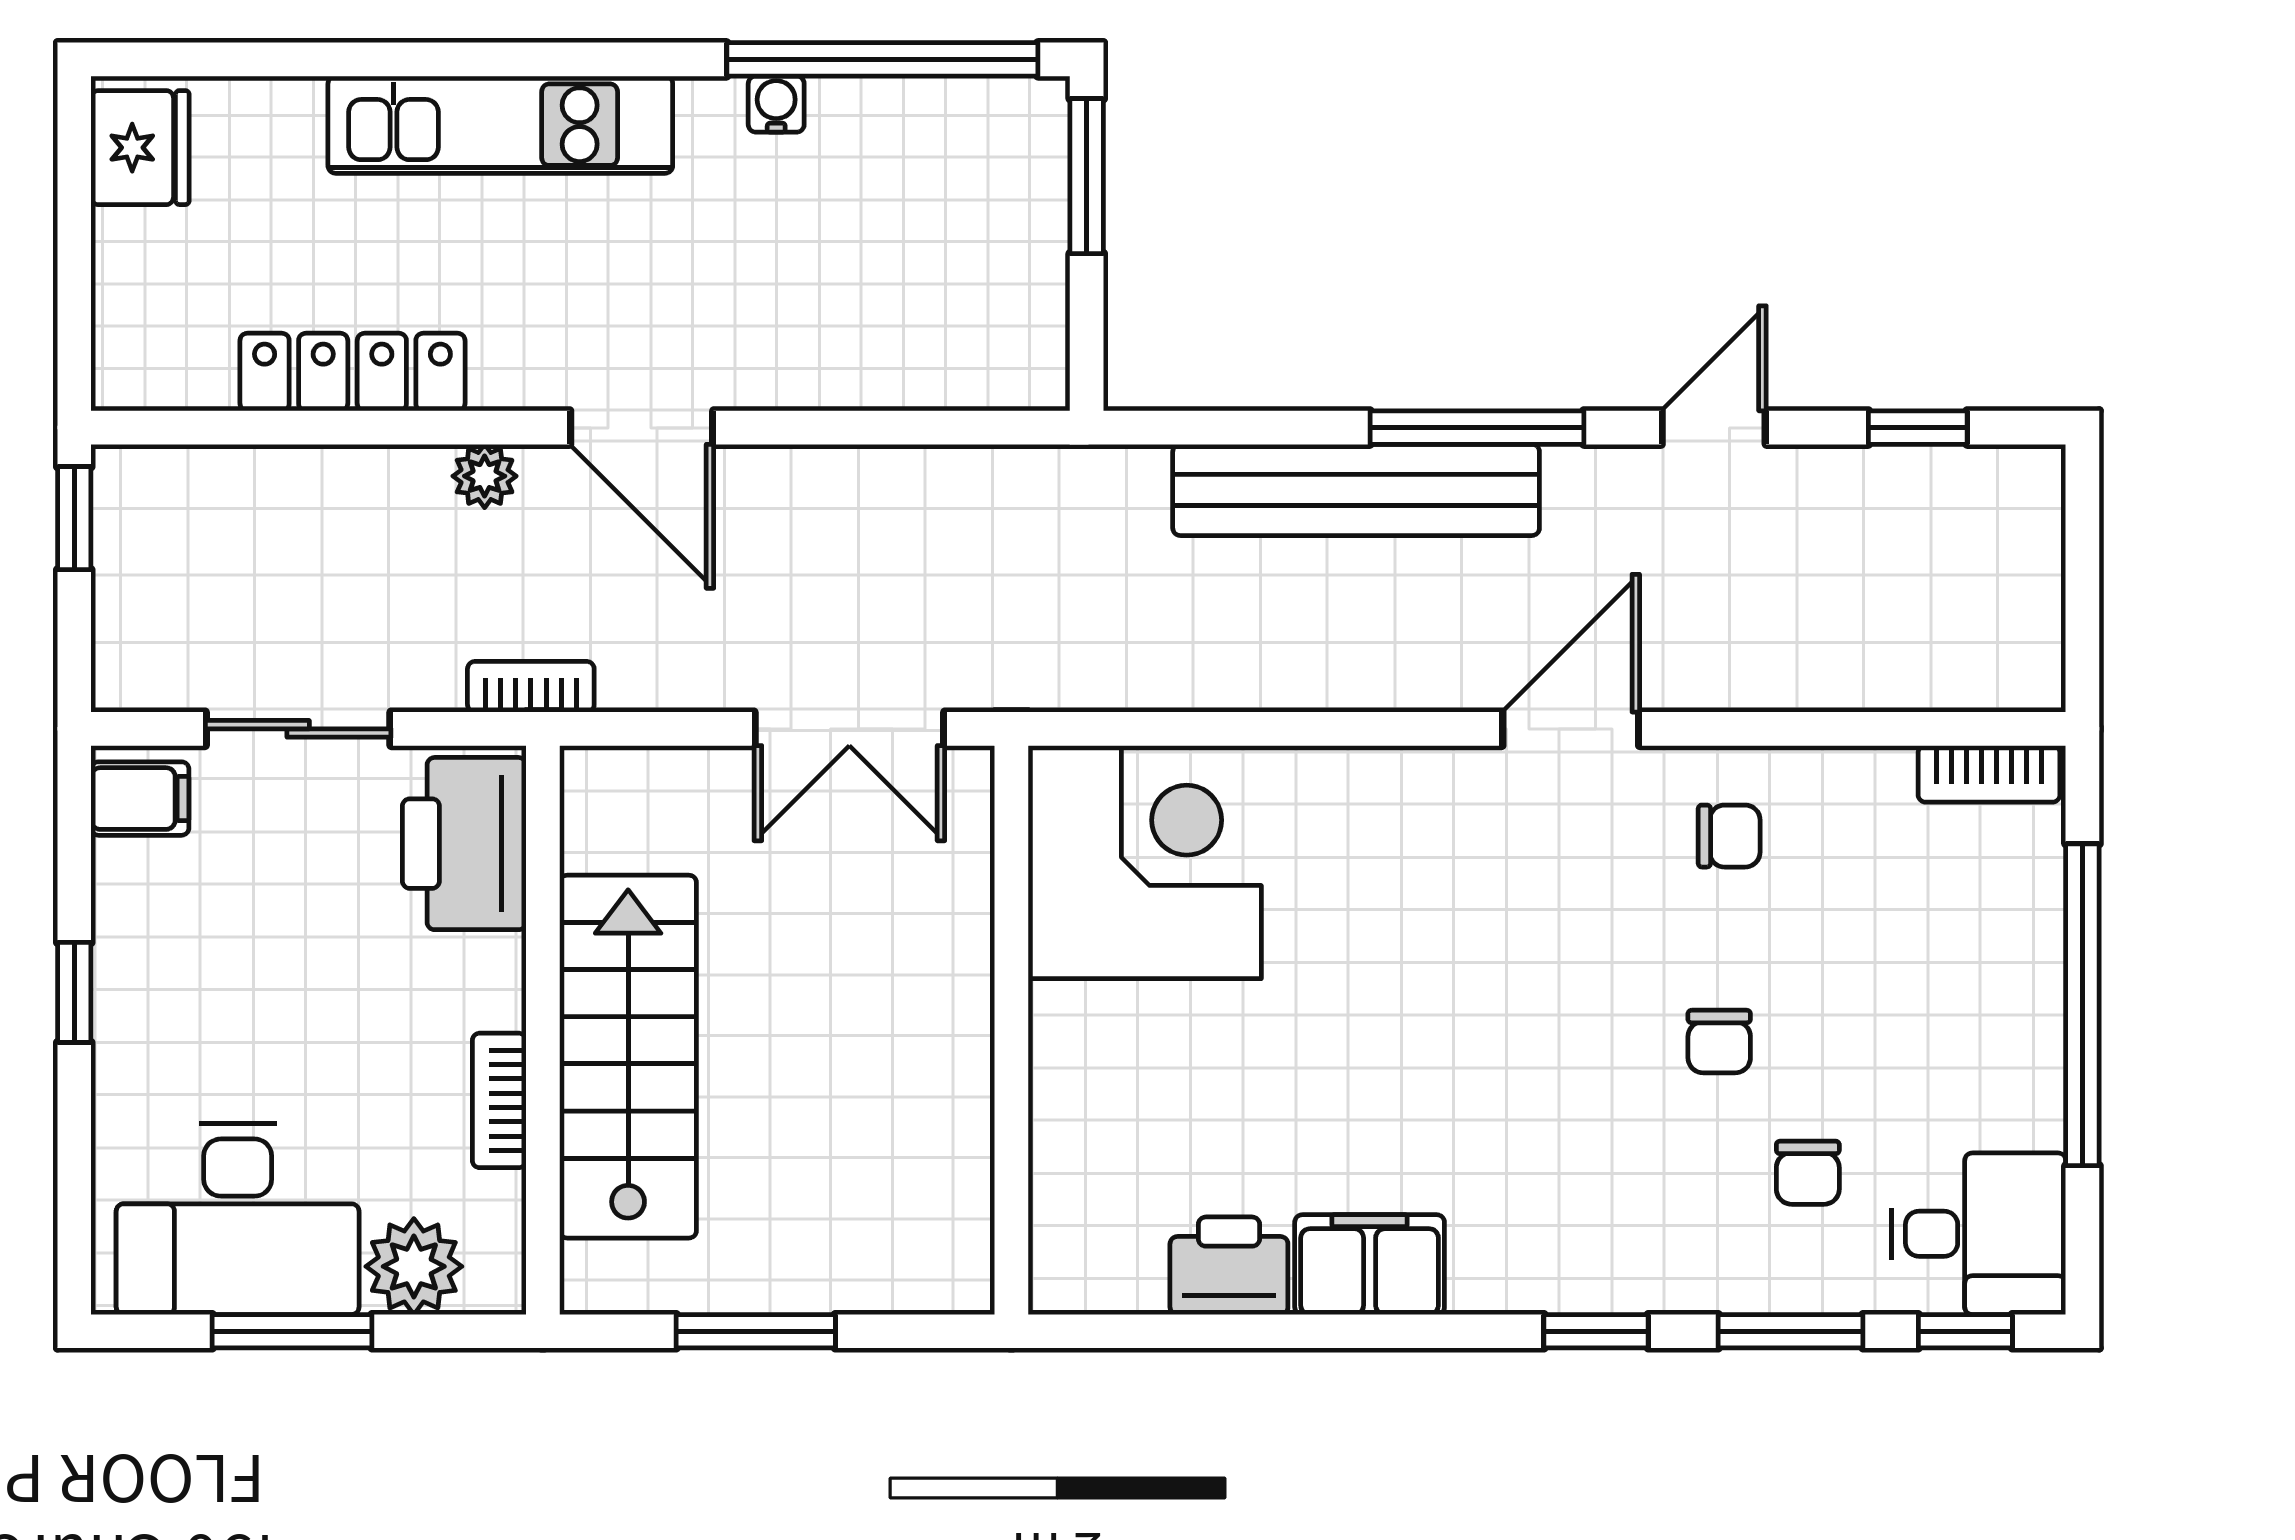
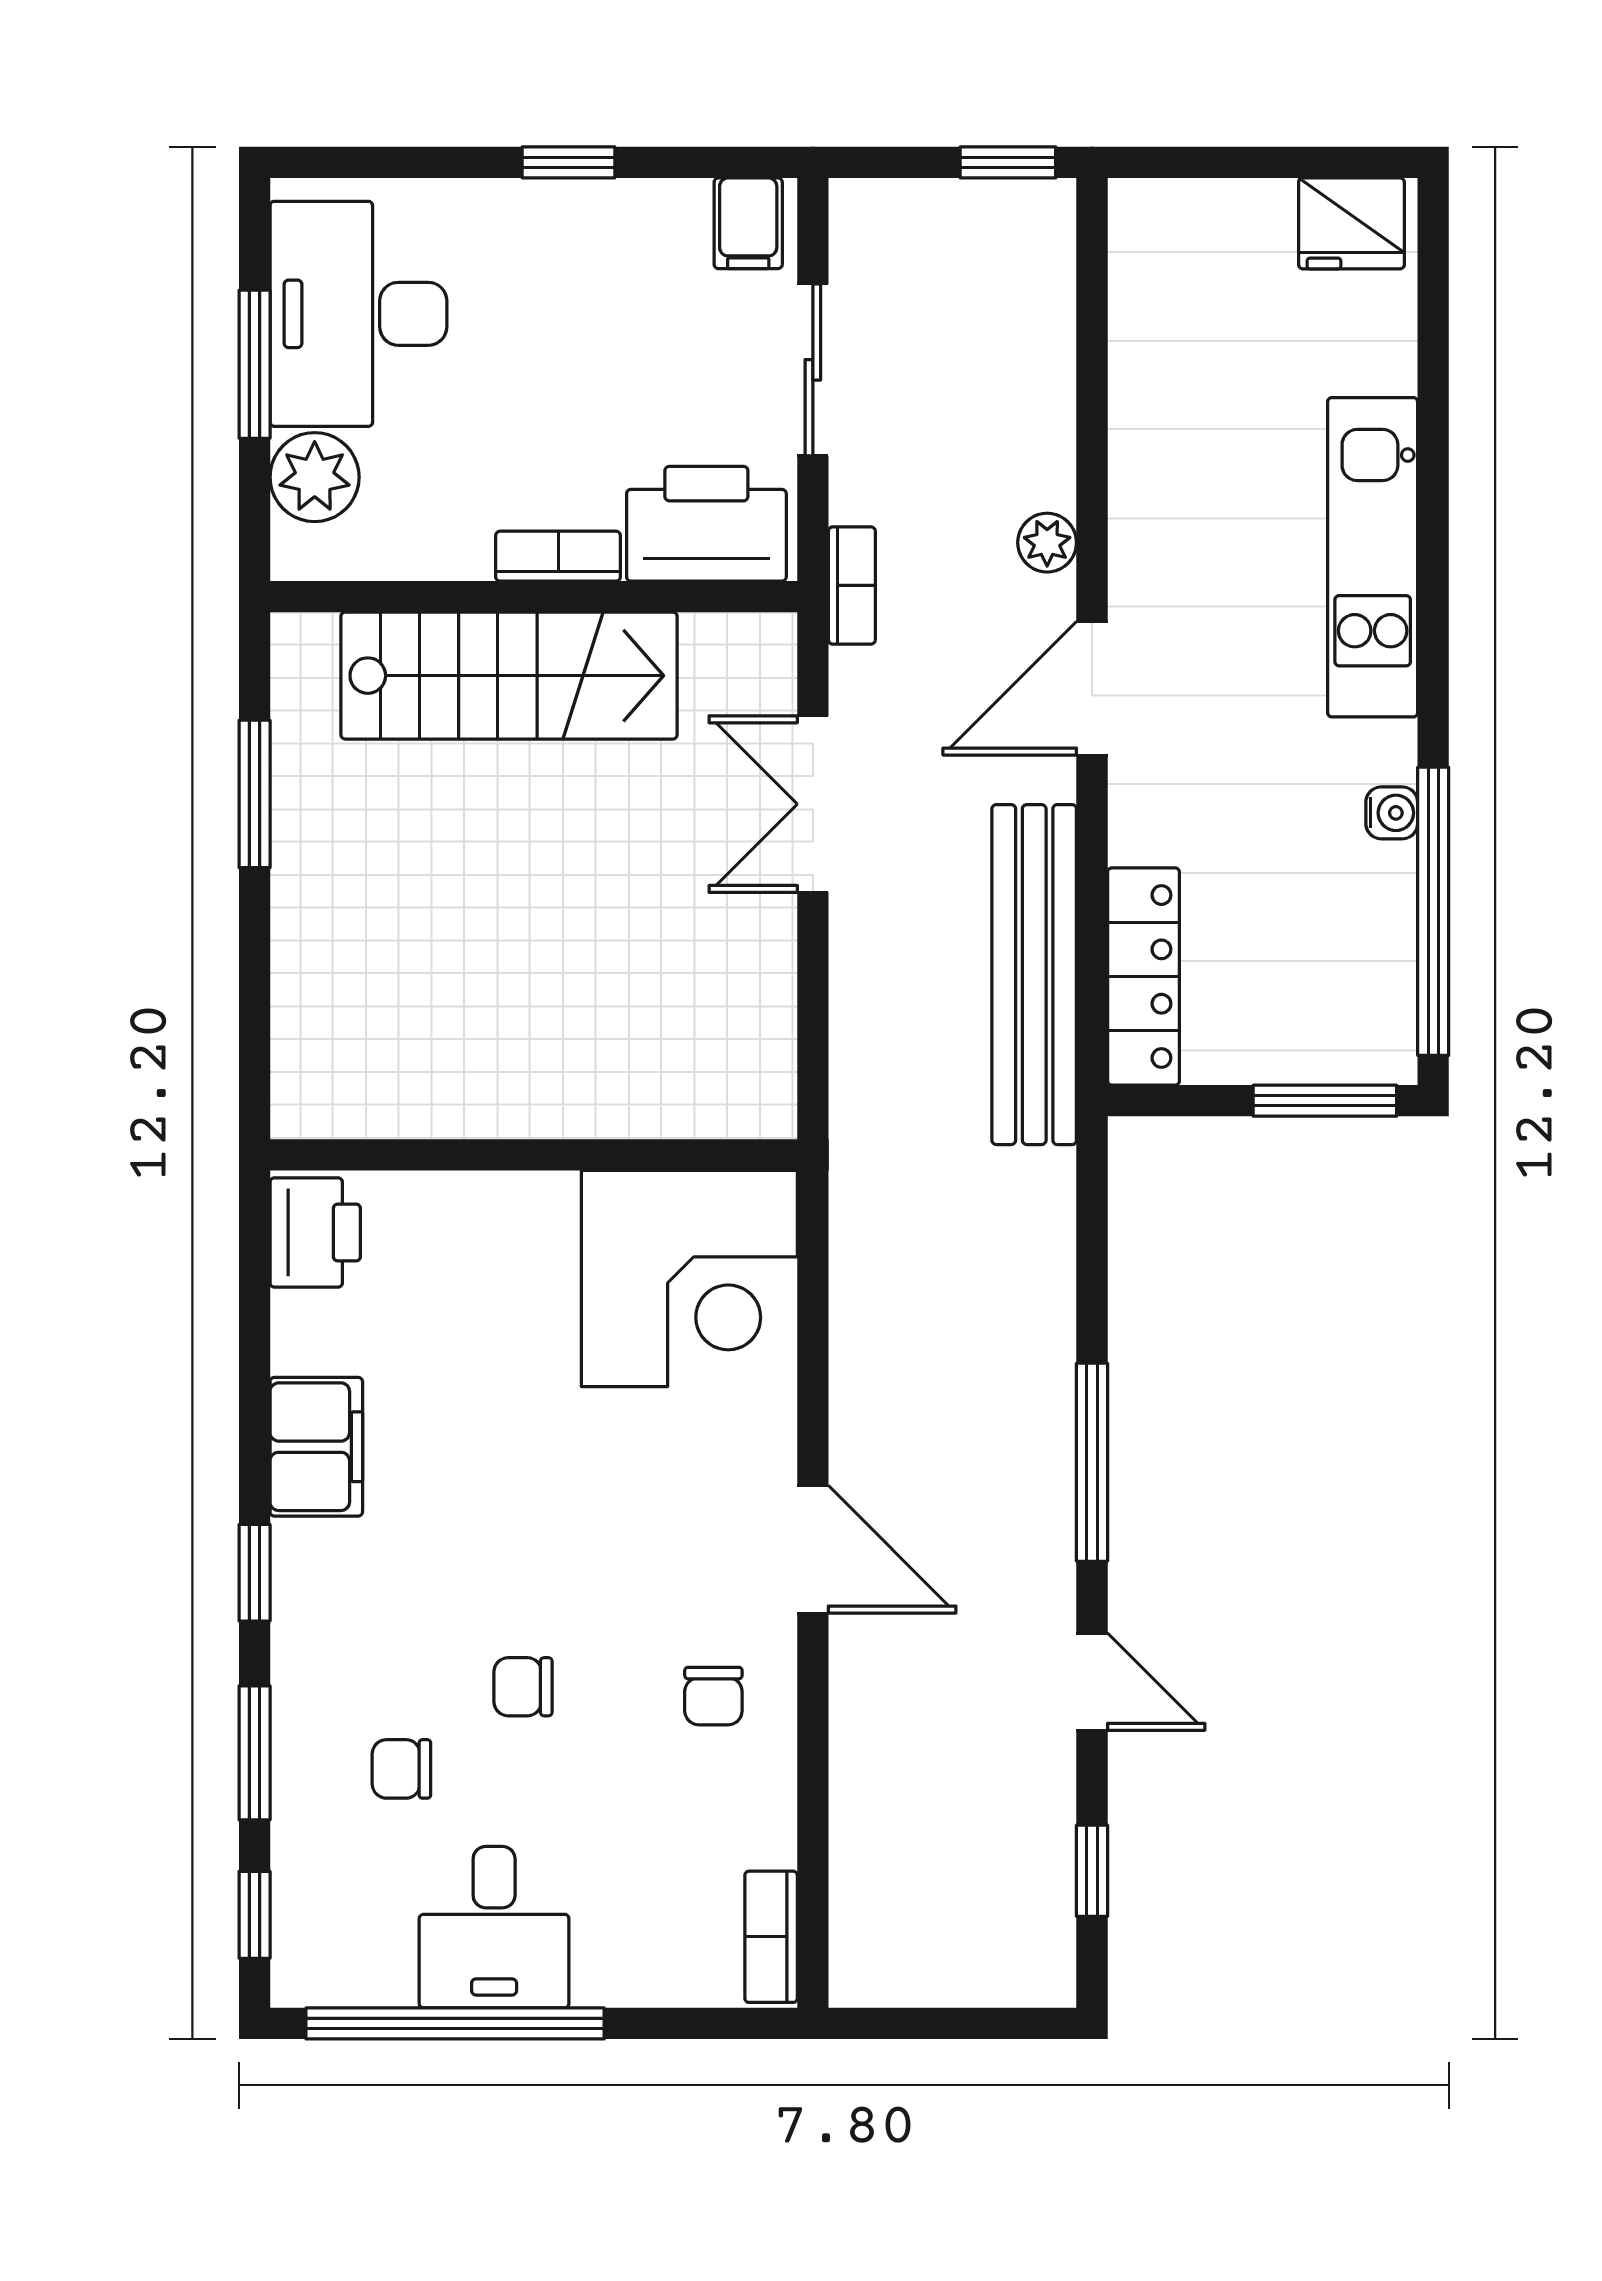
locker: (352, 372) -> (1143, 977), moved
bench: (1356, 490) -> (1034, 975), moved
double door: (849, 729) -> (813, 804), moved
corner desk: (1145, 862) -> (689, 1278), moved
window: (2082, 1005) -> (455, 2023), moved
wall: (1011, 1030) -> (534, 1155), moved
bookcase: (499, 1100) -> (558, 556), moved
desk: (1979, 1234) -> (494, 1927), moved
filing cabinet: (1370, 1265) -> (316, 1447), moved

